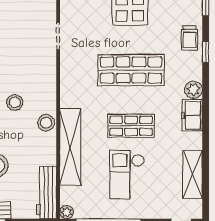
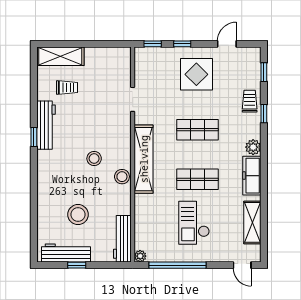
trolley: (189, 38) -> (250, 101), turned 180
shop shelf: (131, 70) -> (198, 130), width x0.70, depth x0.74
freezer: (192, 115) -> (252, 176), width x1.40
shelving: (70, 147) -> (144, 159), moved

